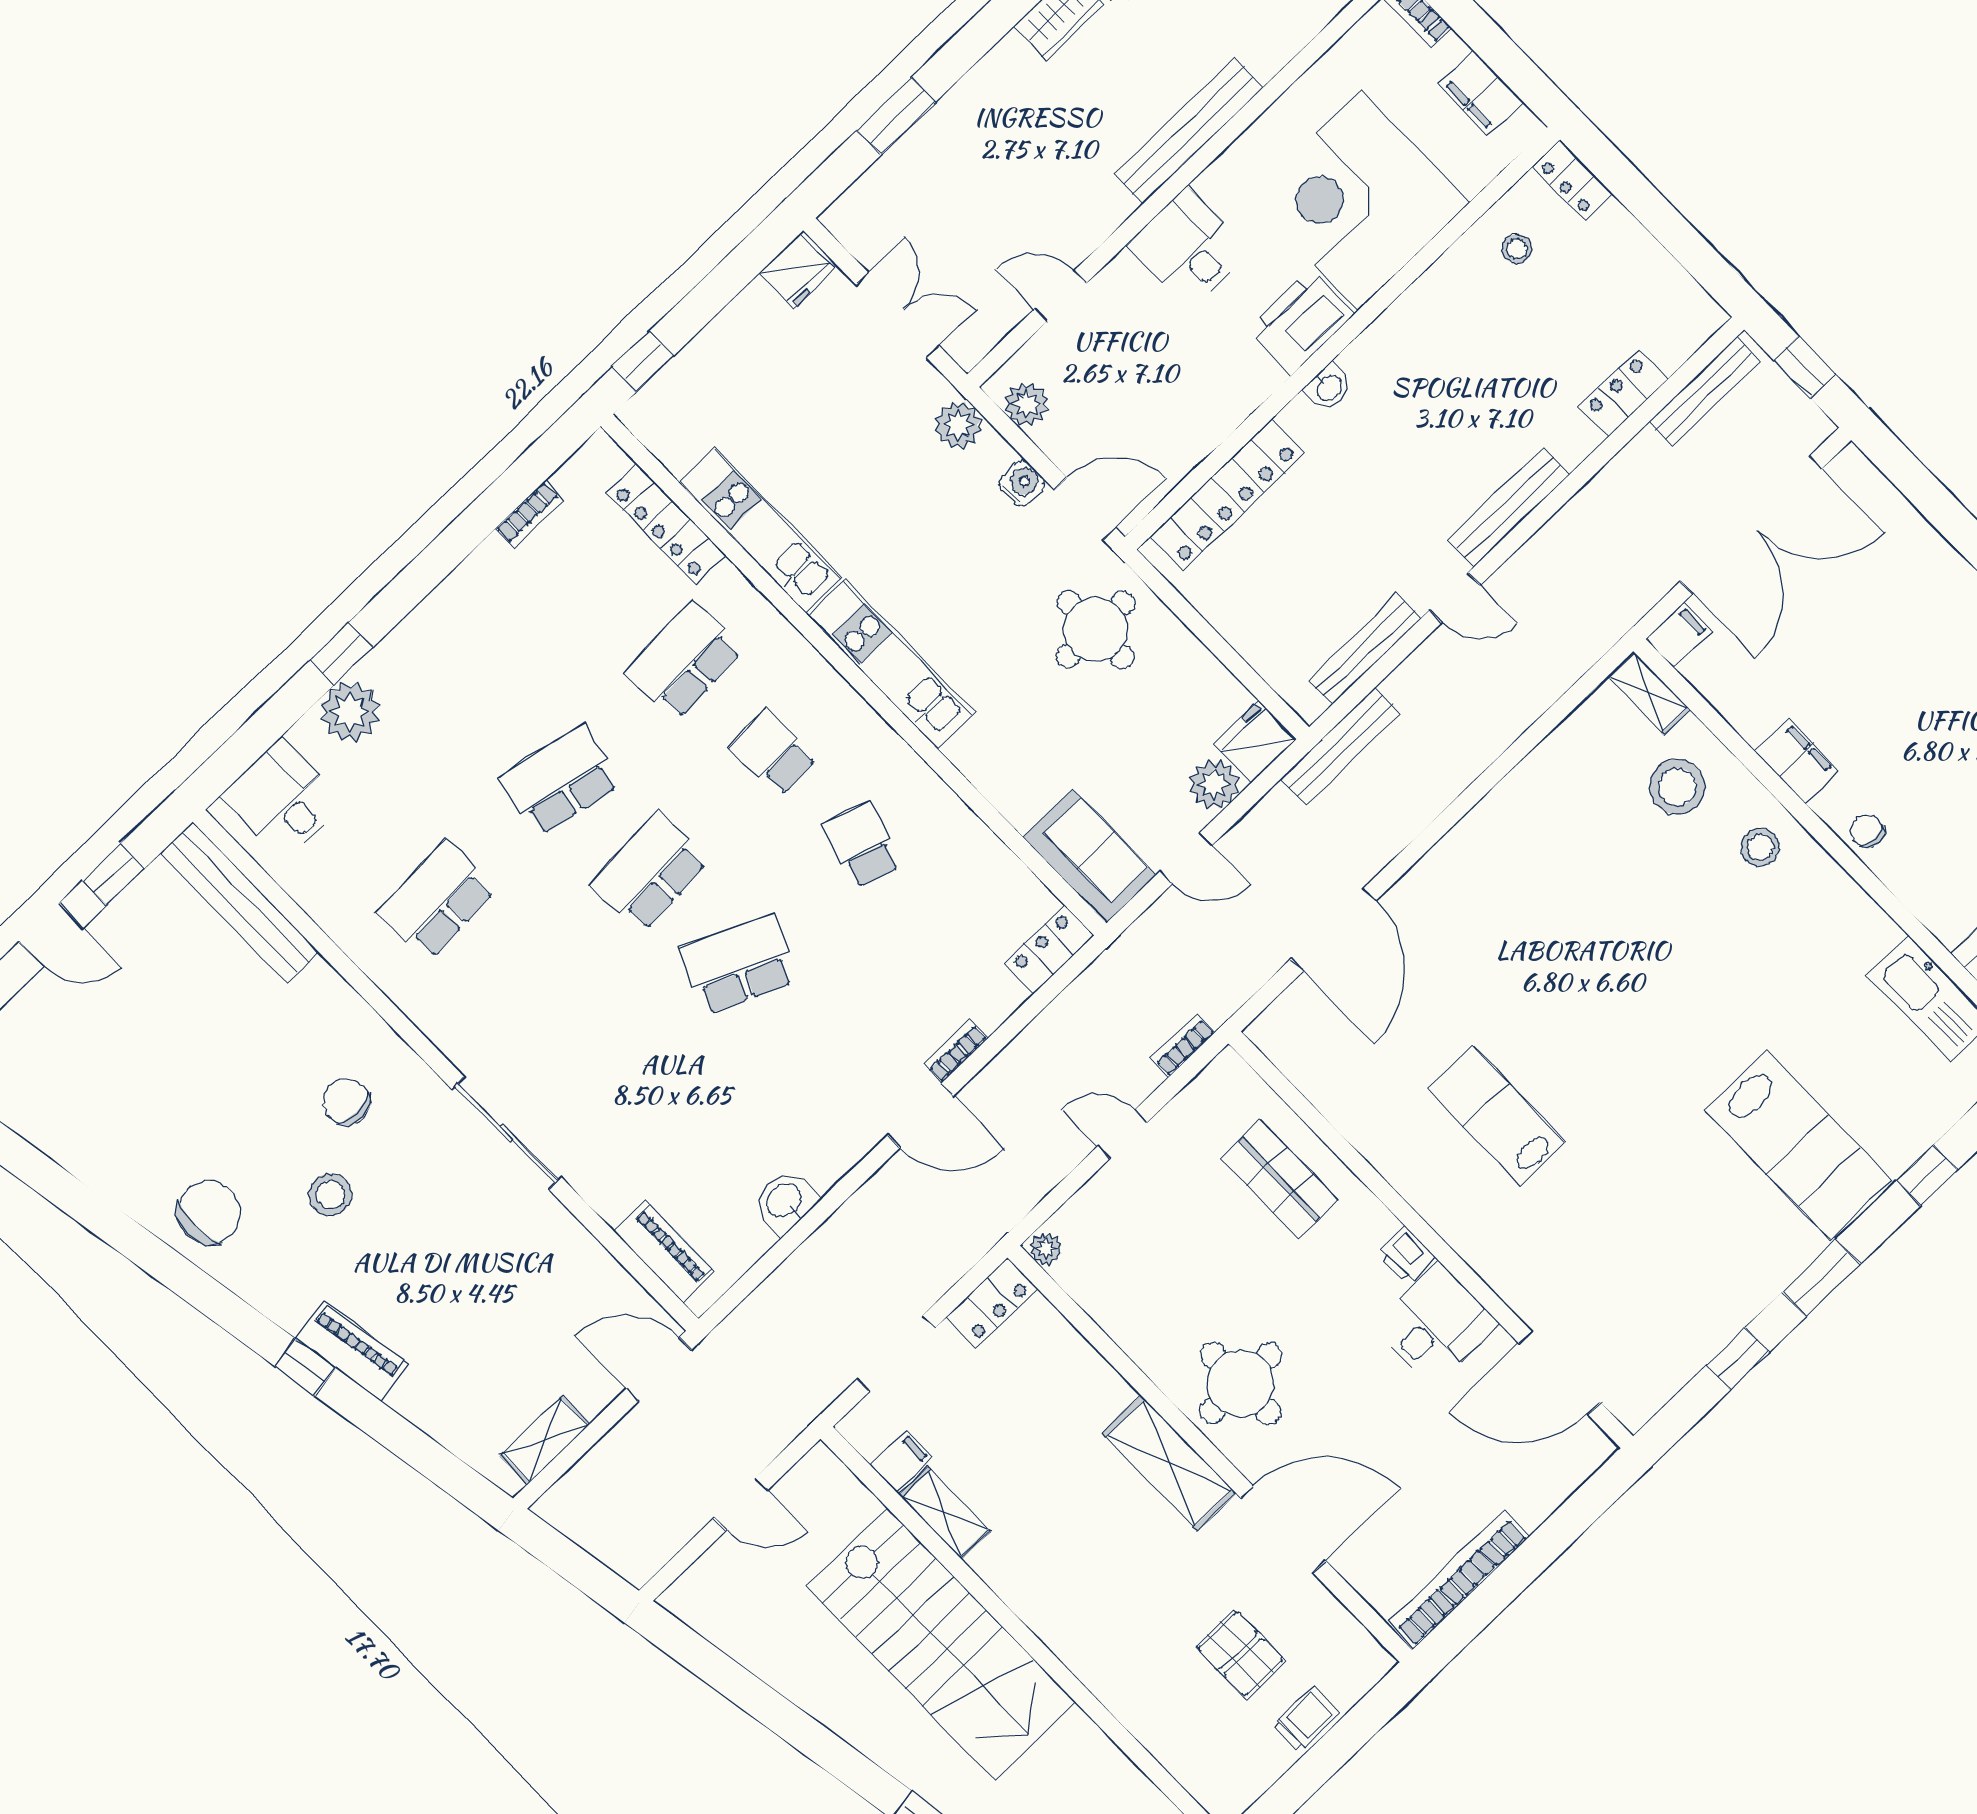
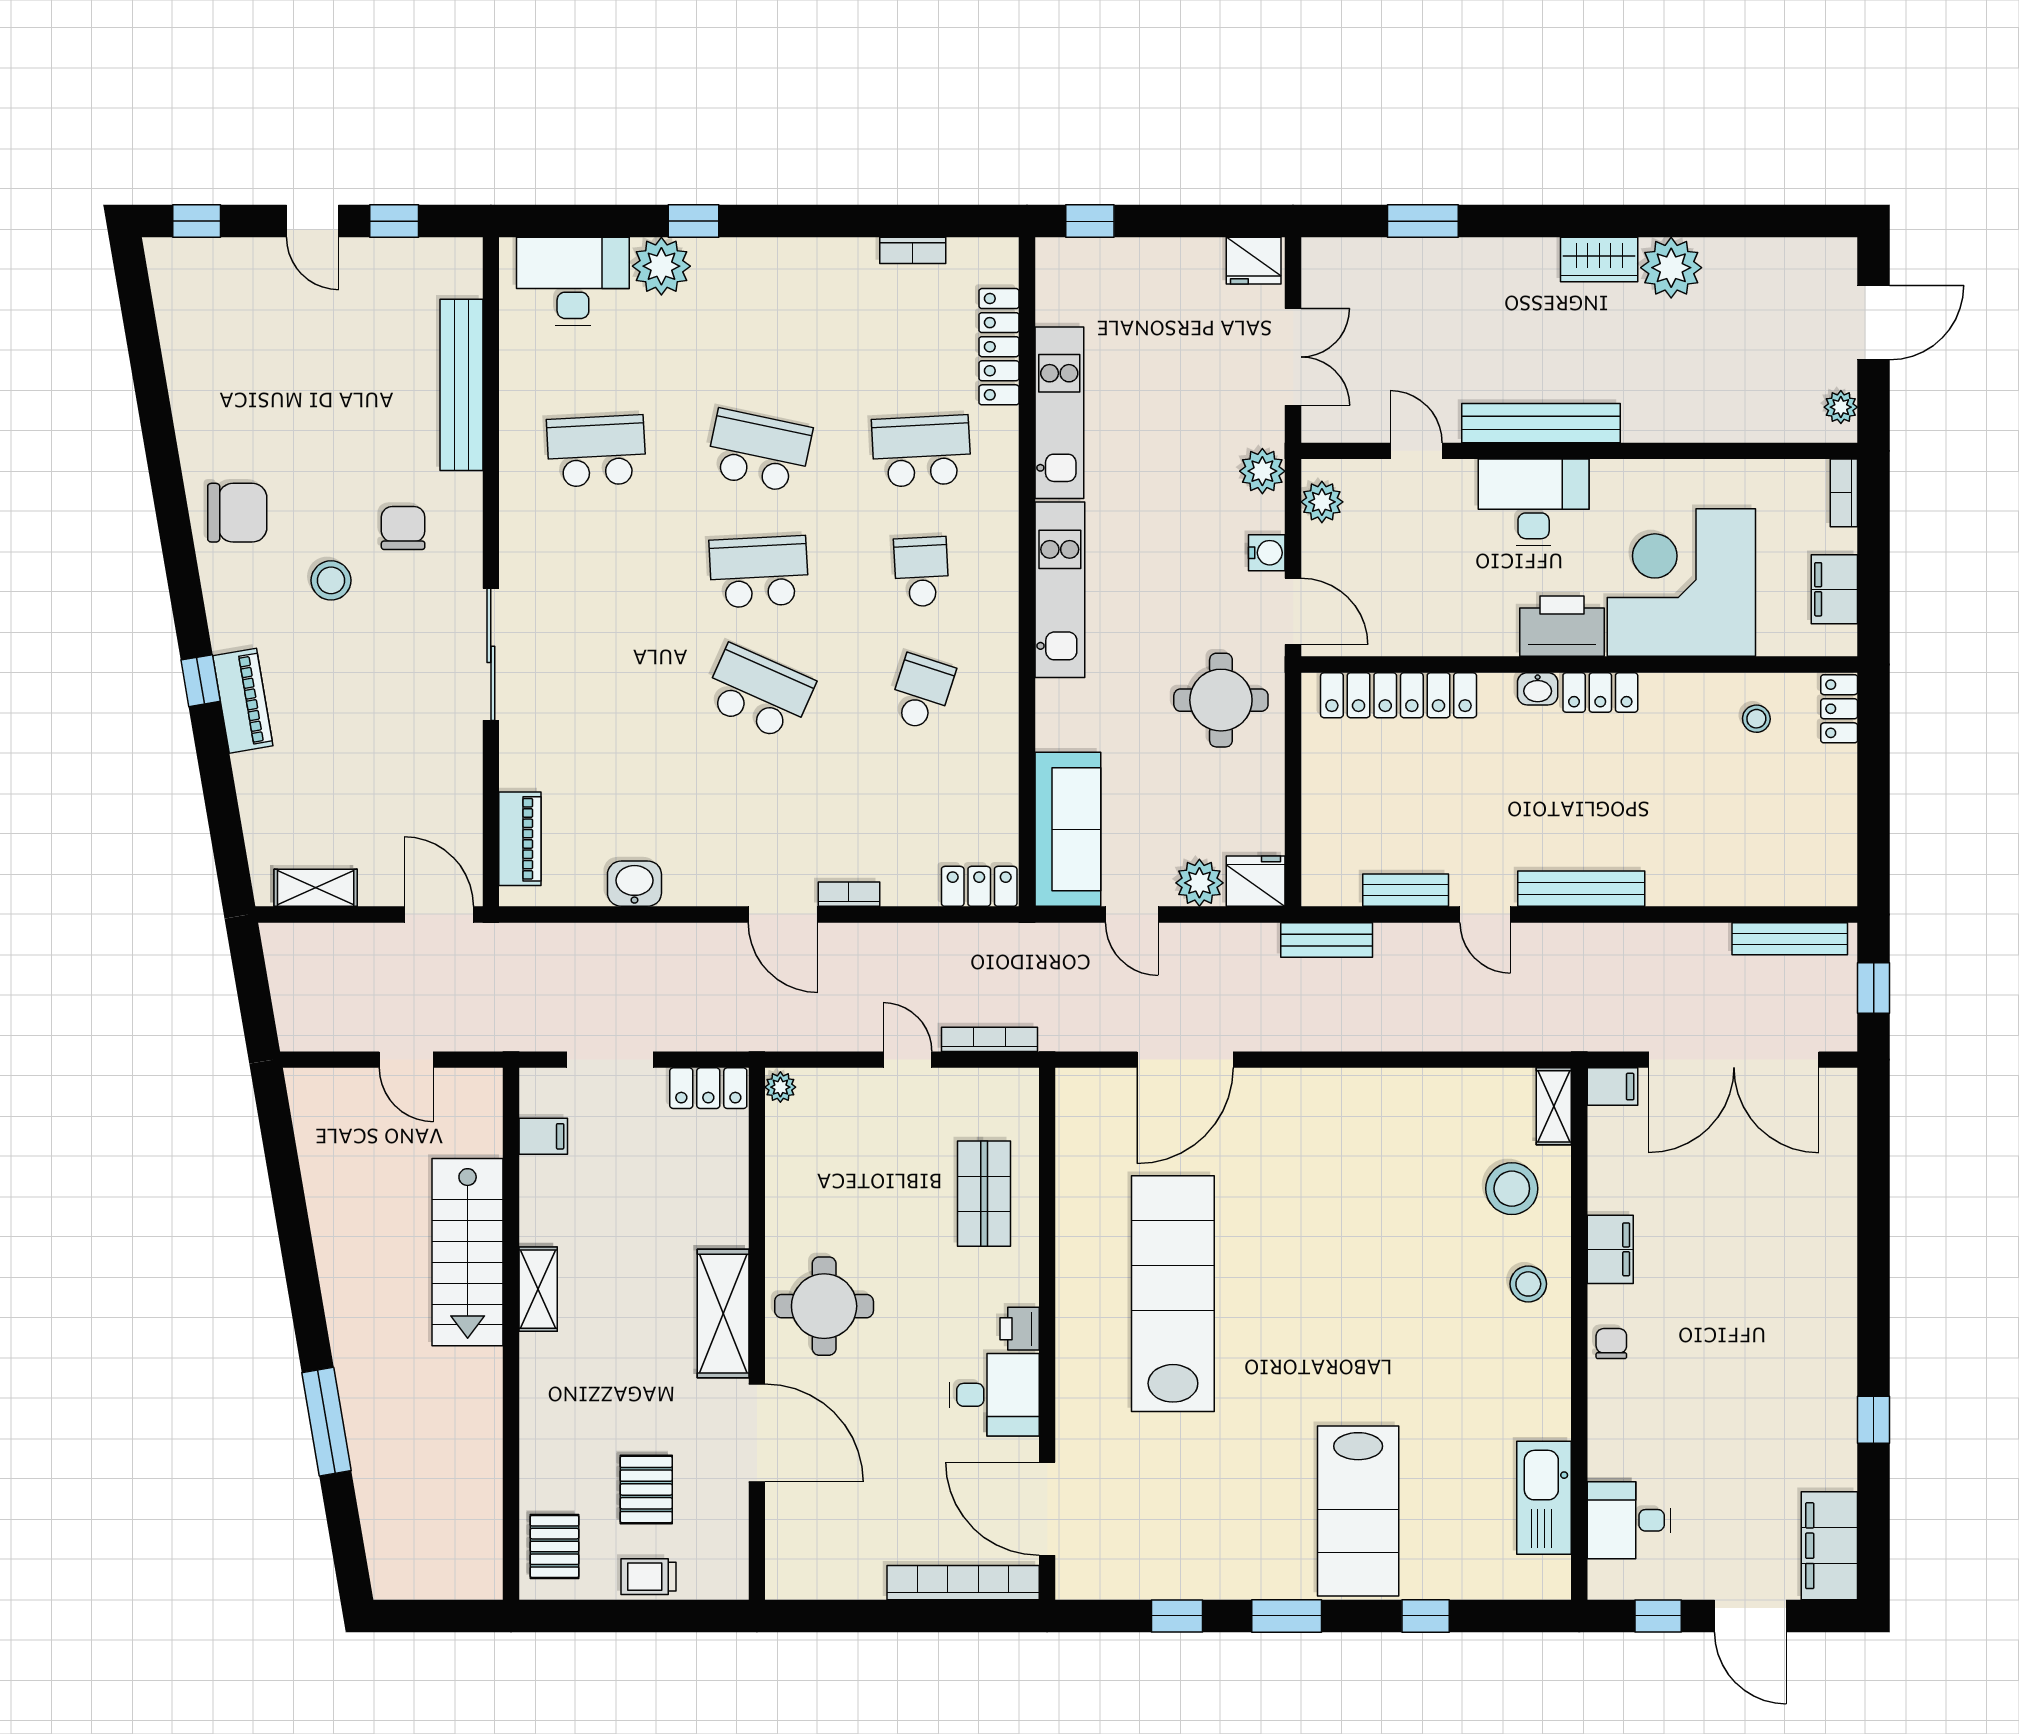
bench: (1189, 131) -> (1541, 423), moved
desk: (1188, 248) -> (1534, 502), width x1.37
locker: (1623, 393) -> (1600, 693), moved, turned 180
bench: (1365, 649) -> (1406, 890), width x0.73
bench: (1340, 746) -> (1327, 940), width x0.73
desk: (282, 800) -> (573, 281), width x1.37
sofa: (1090, 856) -> (1068, 829), width x1.36
bench: (240, 903) -> (461, 385), moved
bookcase: (1183, 1046) -> (989, 1039), width x1.56
lab bench: (1497, 1117) -> (1173, 1294), width x1.86, depth x1.39
shelving: (945, 1513) -> (538, 1289), moved
bookcase: (1459, 1579) -> (963, 1583), moved
stairs: (941, 1644) -> (468, 1252), width x0.73, depth x0.66
trolley: (1306, 1719) -> (649, 1577), turned 180
pallet: (1213, 1765) -> (554, 1546), added

